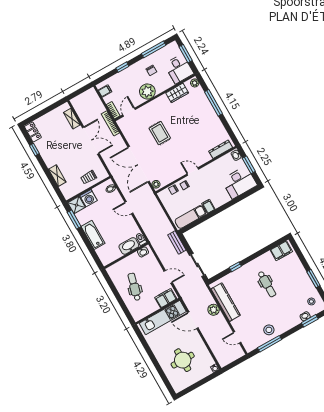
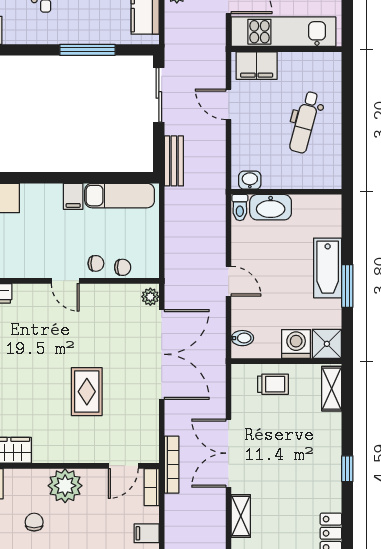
window: (34, 150) -> (347, 469), moved
shelving: (57, 176) -> (332, 389), moved
window: (74, 220) -> (347, 286), moved
window: (235, 267) -> (87, 50), width x2.17

